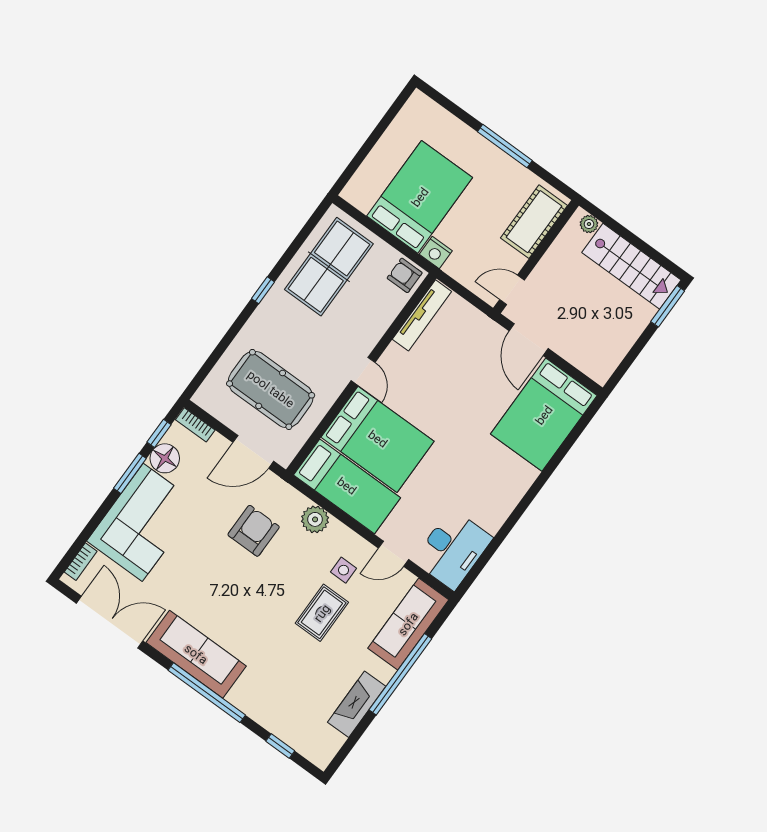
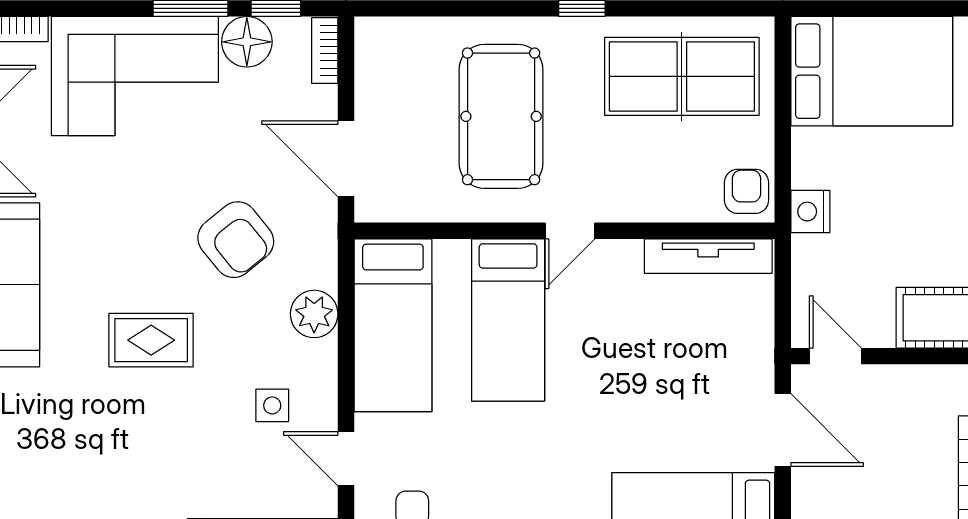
bed: (420, 197) -> (872, 71), moved
door: (529, 340) -> (783, 430), swing flipped
pool table: (271, 389) -> (501, 116), moved
bed: (378, 439) -> (508, 320), width x0.67
armchair: (254, 531) -> (236, 240), turned 51
rug: (322, 613) -> (151, 340), moved

